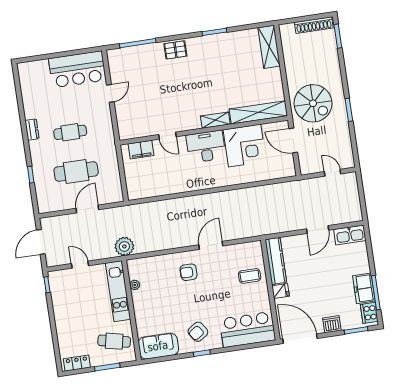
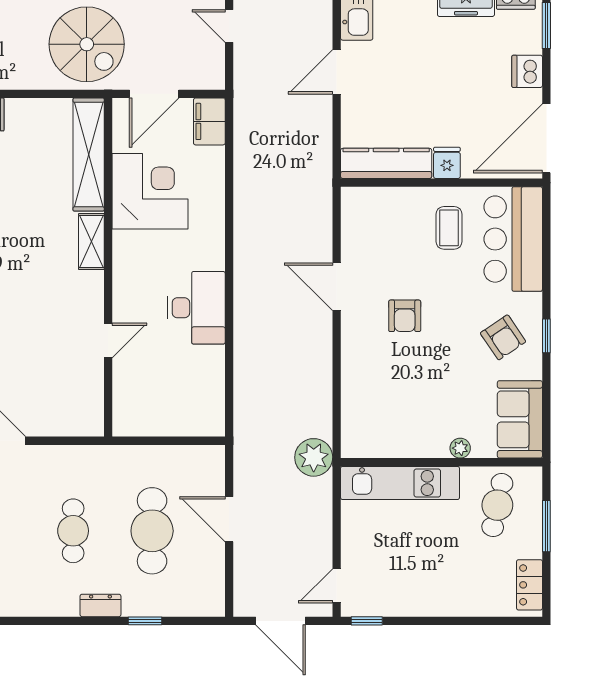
spiral stairs: (313, 103) -> (87, 44), turned 90
dresser: (32, 130) -> (100, 605), moved
desk: (206, 147) -> (196, 308), moved, turned 180
filing cabinet: (141, 150) -> (209, 121), moved, turned 180
door: (333, 173) -> (229, 26), hinge flipped
door: (318, 230) -> (337, 72), swing flipped
door: (80, 265) -> (337, 586), moved
armchair: (189, 272) -> (405, 316), moved
coffee table: (250, 276) -> (449, 228), moved
plant: (135, 285) -> (460, 448), moved

